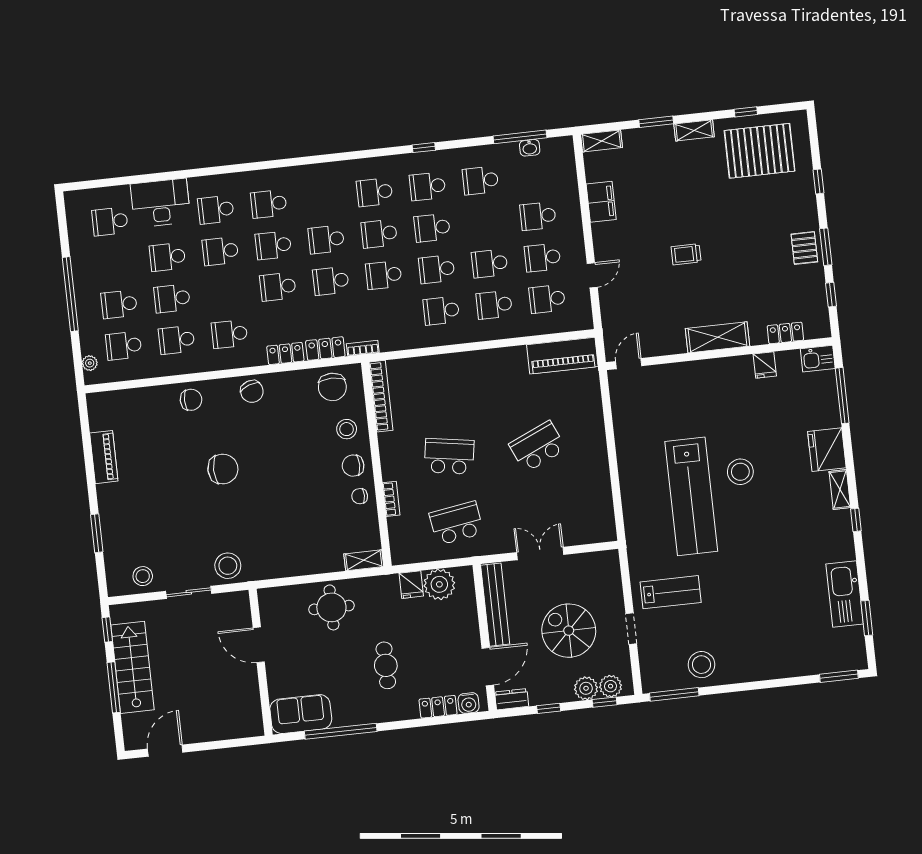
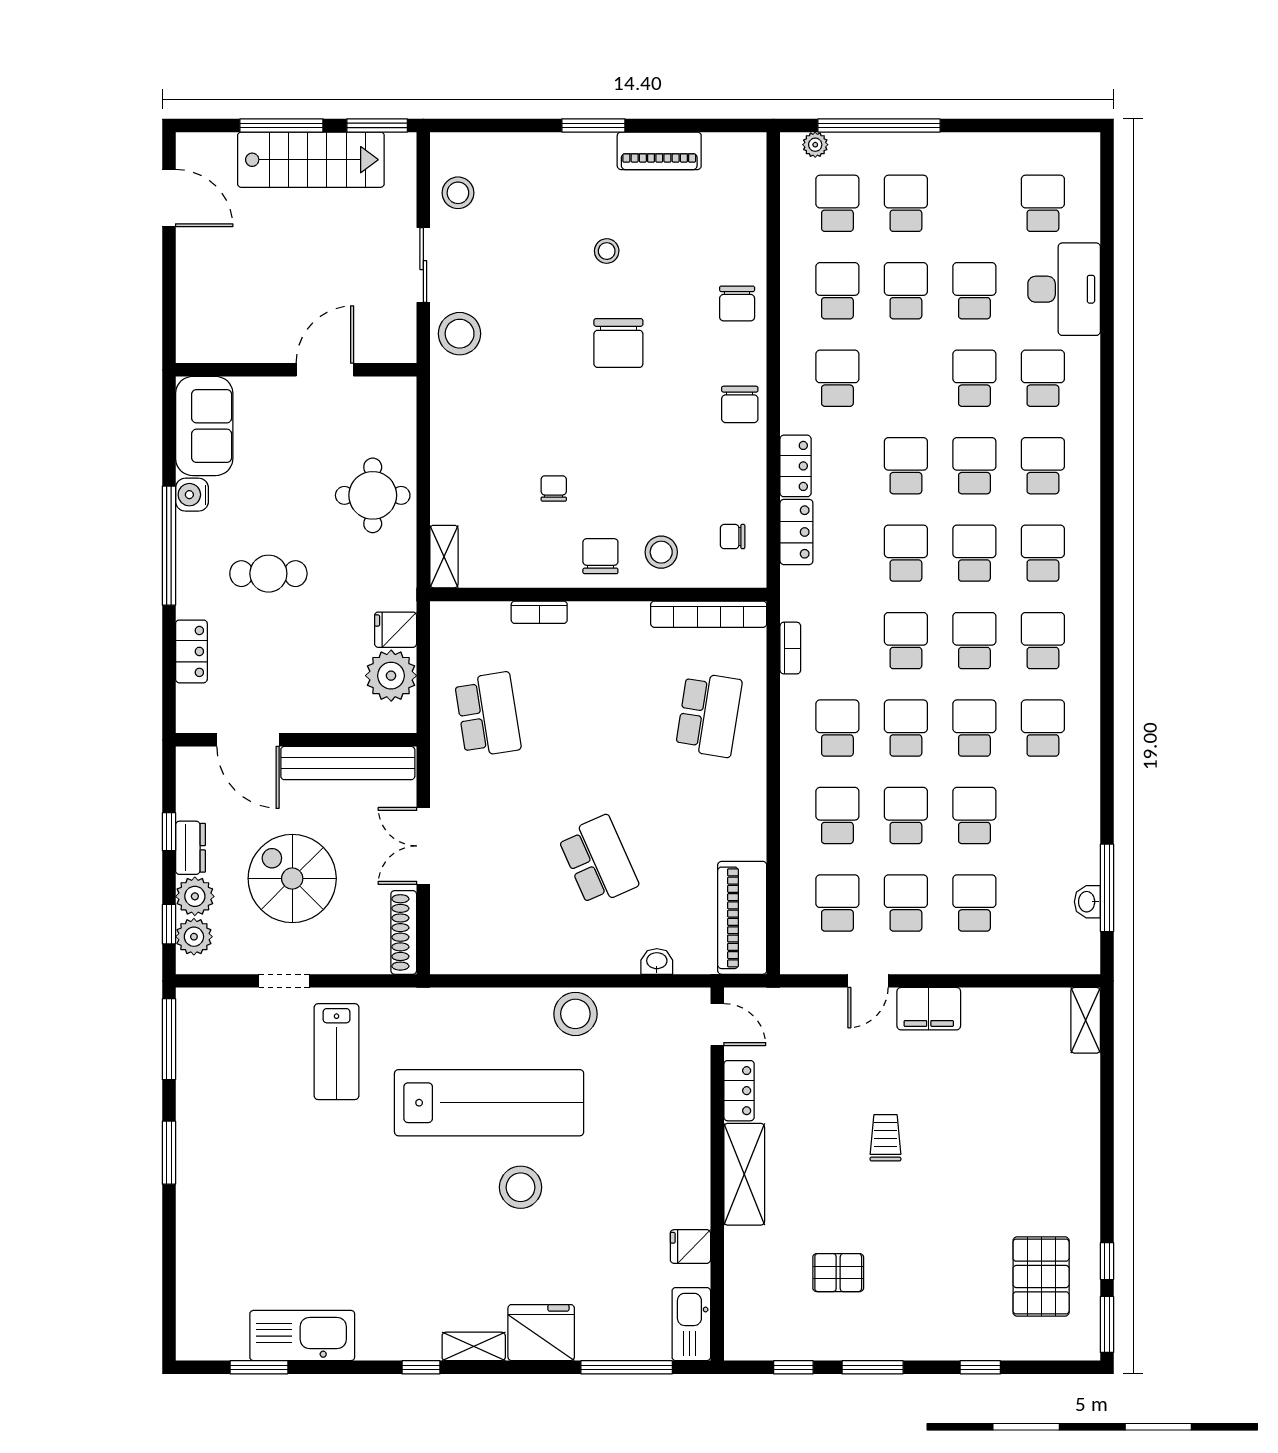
window: (656, 122) -> (1107, 1324), moved
shelving: (694, 130) -> (1086, 1173), removed
window: (424, 148) -> (1107, 729), removed
pallet: (760, 151) -> (1041, 1276), width x0.73, depth x0.71
school desk: (480, 180) -> (974, 816), moved
school desk: (322, 198) -> (1043, 553), added
filing cabinet: (601, 202) -> (929, 1009), moved
pallet: (804, 248) -> (838, 1273), moved
door: (592, 275) -> (868, 981), hinge flipped
window: (70, 294) -> (879, 125), moved
locker: (785, 333) -> (739, 1091), moved
bookcase: (363, 348) -> (790, 648), moved
kitchen sink: (818, 359) -> (691, 1324), width x1.38
chair: (332, 387) -> (733, 537), width x0.54, depth x0.54
chair: (252, 391) -> (740, 404), turned -70
washbasin: (595, 404) -> (657, 961), added
school desk: (449, 456) -> (709, 715), moved
stool: (168, 482) -> (607, 251), added
chair: (360, 496) -> (554, 488), moved
lab bench: (691, 496) -> (489, 1103), turned 180
window: (97, 533) -> (593, 125), moved
double door: (540, 553) -> (423, 846), swing flipped
shoe rack: (594, 559) -> (404, 932), added
window: (107, 630) -> (377, 125), width x1.50
spiral stairs: (569, 631) -> (292, 878), turned -90
stool: (701, 665) -> (575, 1014), moved
window: (839, 676) -> (169, 1153), moved
dresser: (512, 699) -> (190, 848), moved
water cooler: (469, 703) -> (192, 495), moved
window: (341, 731) -> (169, 546), moved

